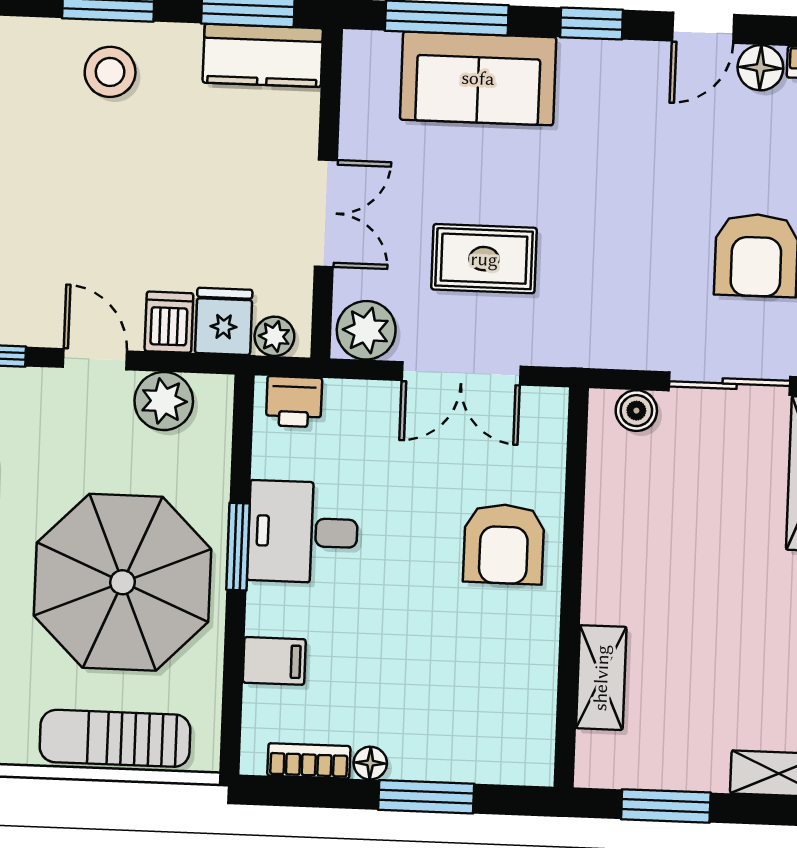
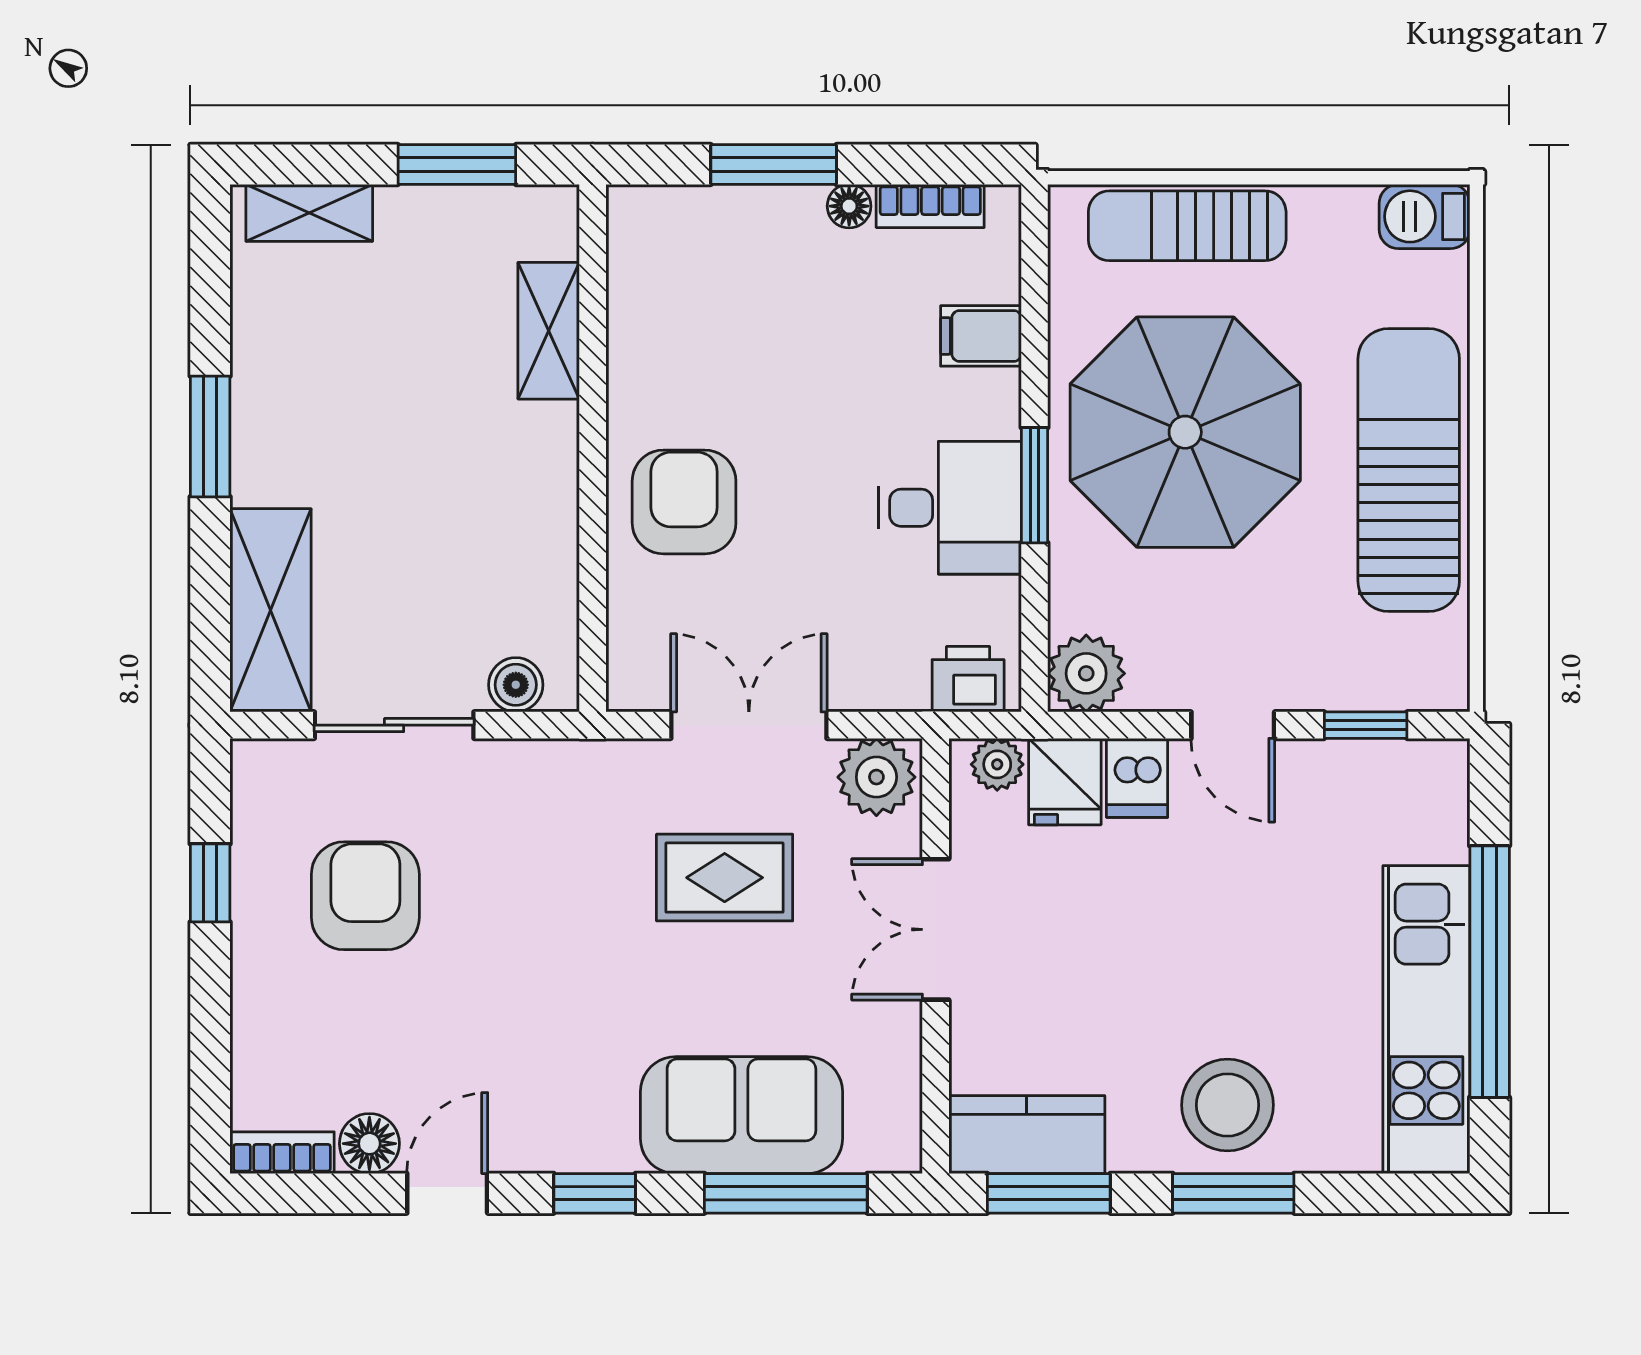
stool: (110, 72) -> (1227, 1105), width x1.38, depth x1.38
plant: (164, 401) -> (1086, 673), moved
sun lounger: (115, 738) -> (1187, 226), turned 180

